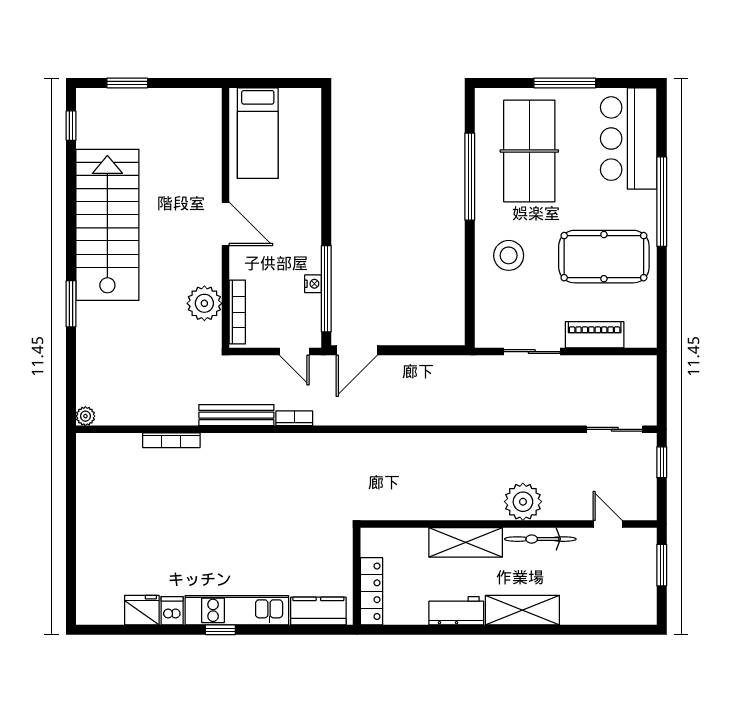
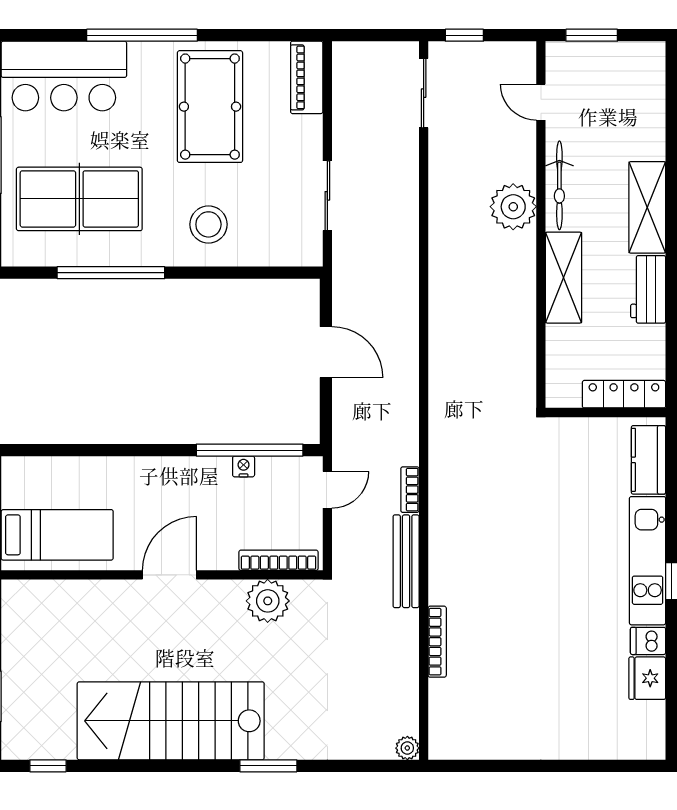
piano: (595, 335) -> (307, 77), moved
door: (357, 350) -> (326, 352), moved
door: (608, 524) -> (541, 102), hinge flipped

